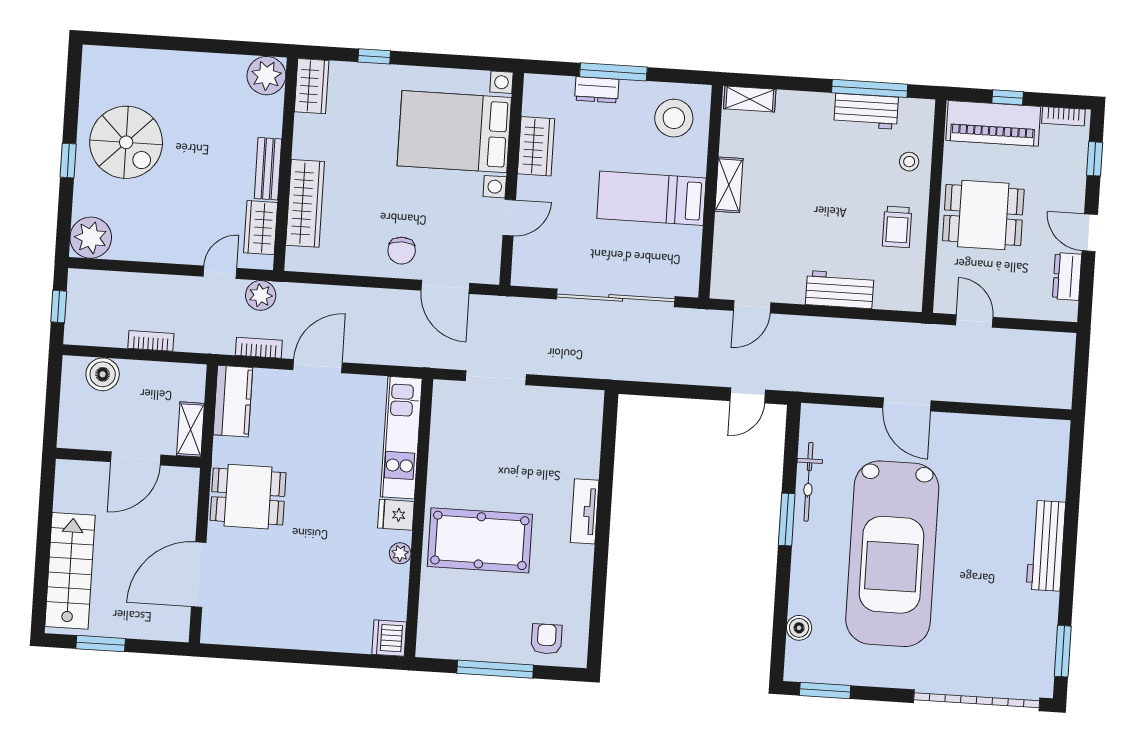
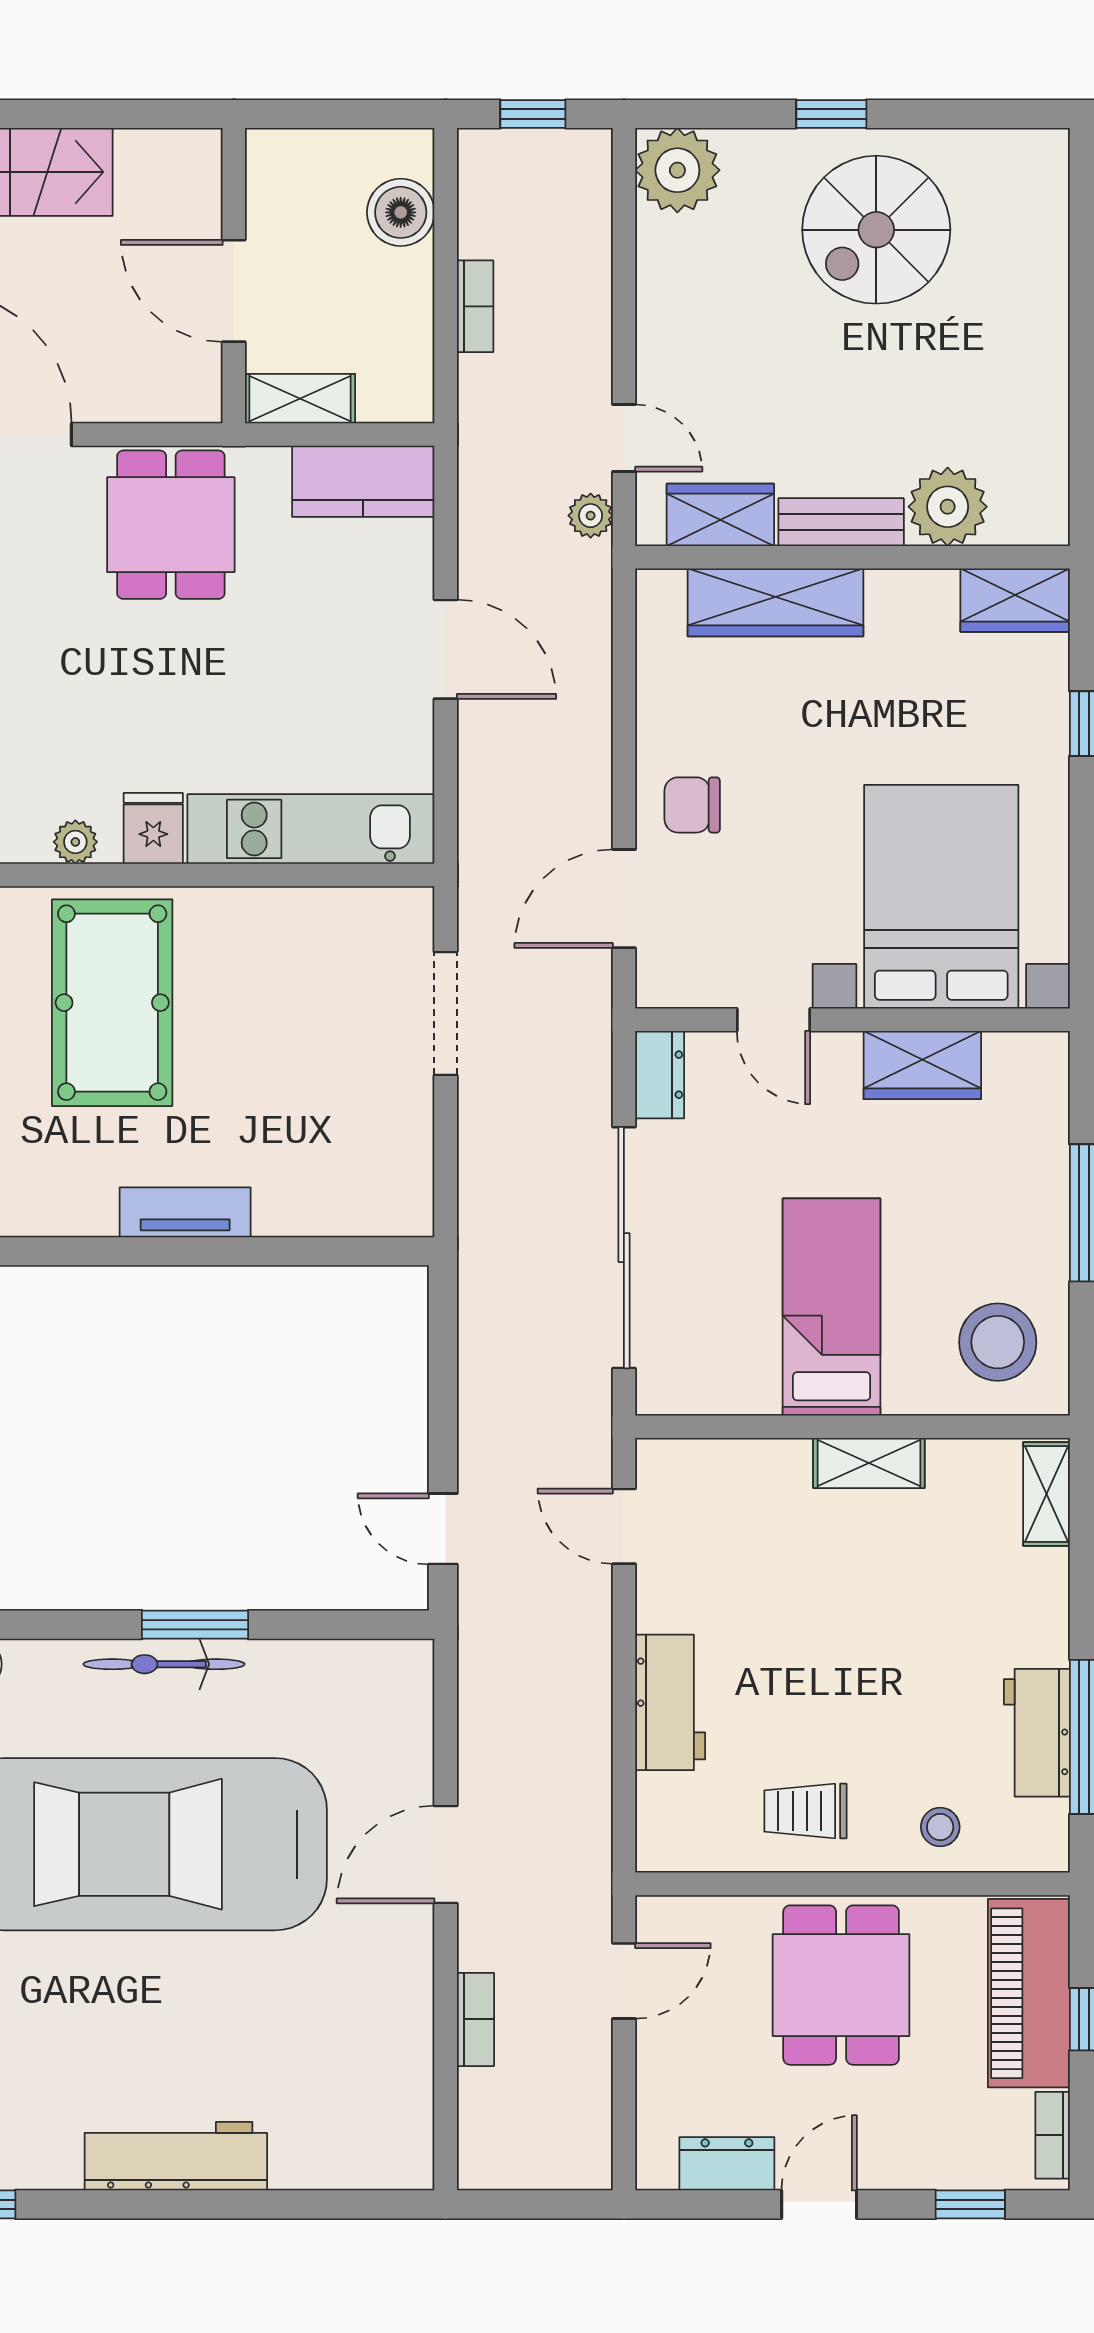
plant: (266, 76) -> (948, 507), moved
dresser: (597, 90) -> (660, 1075), moved, turned 180
plant: (261, 295) -> (591, 516), width x0.73, depth x0.73
bookcase: (259, 348) -> (475, 2019), moved
bicycle: (808, 482) -> (164, 1664), moved

